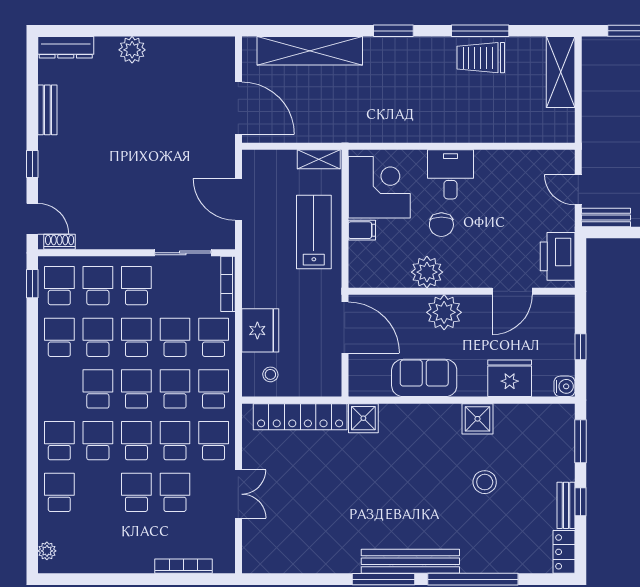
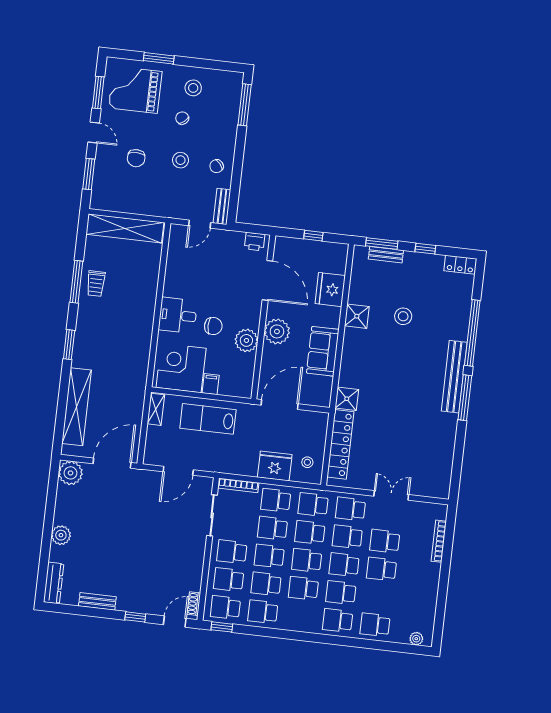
plant: (218, 53) -> (71, 473), added
trolley: (481, 58) -> (96, 284), width x0.73, depth x0.72
shelving: (561, 72) -> (125, 228), width x1.47
printer: (558, 256) -> (255, 242), width x0.53, depth x0.68
door: (512, 291) -> (267, 280), width x1.36
water cooler: (565, 386) -> (341, 251), removed
bench: (566, 505) -> (386, 255), moved

